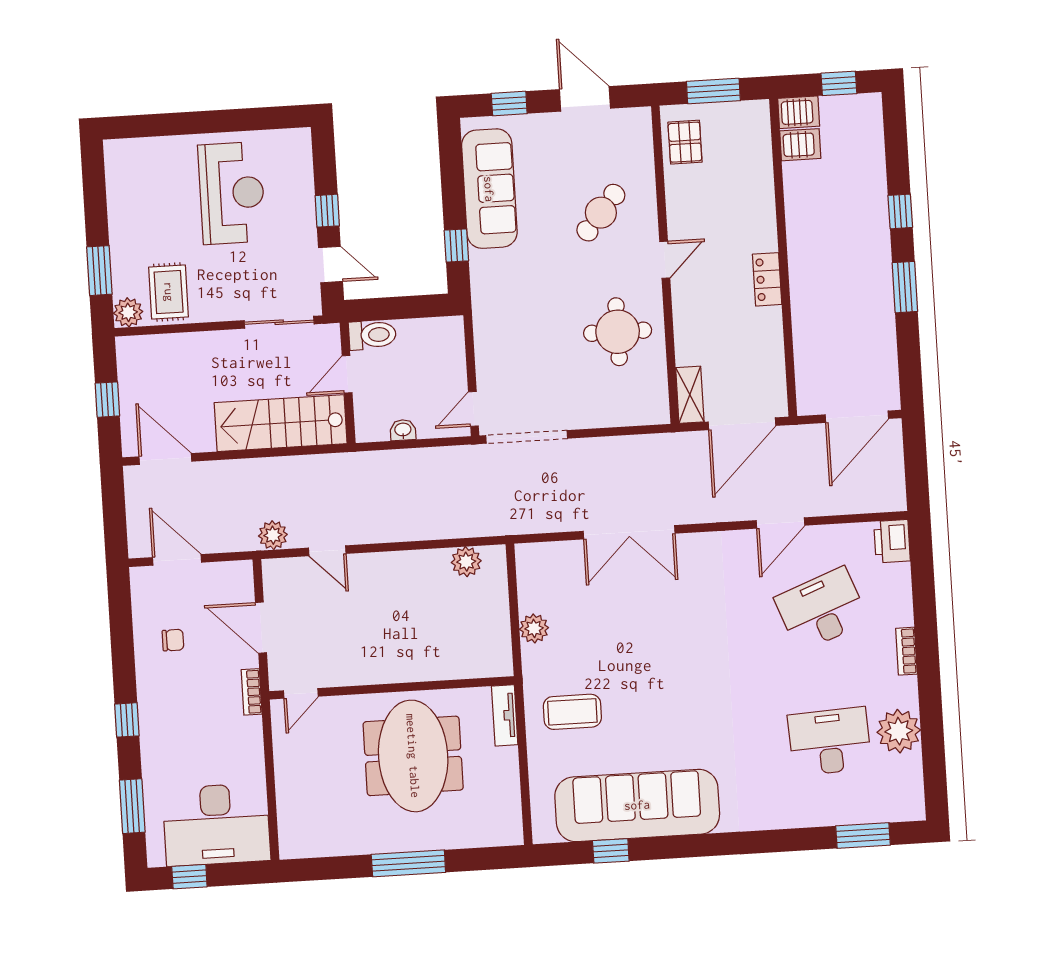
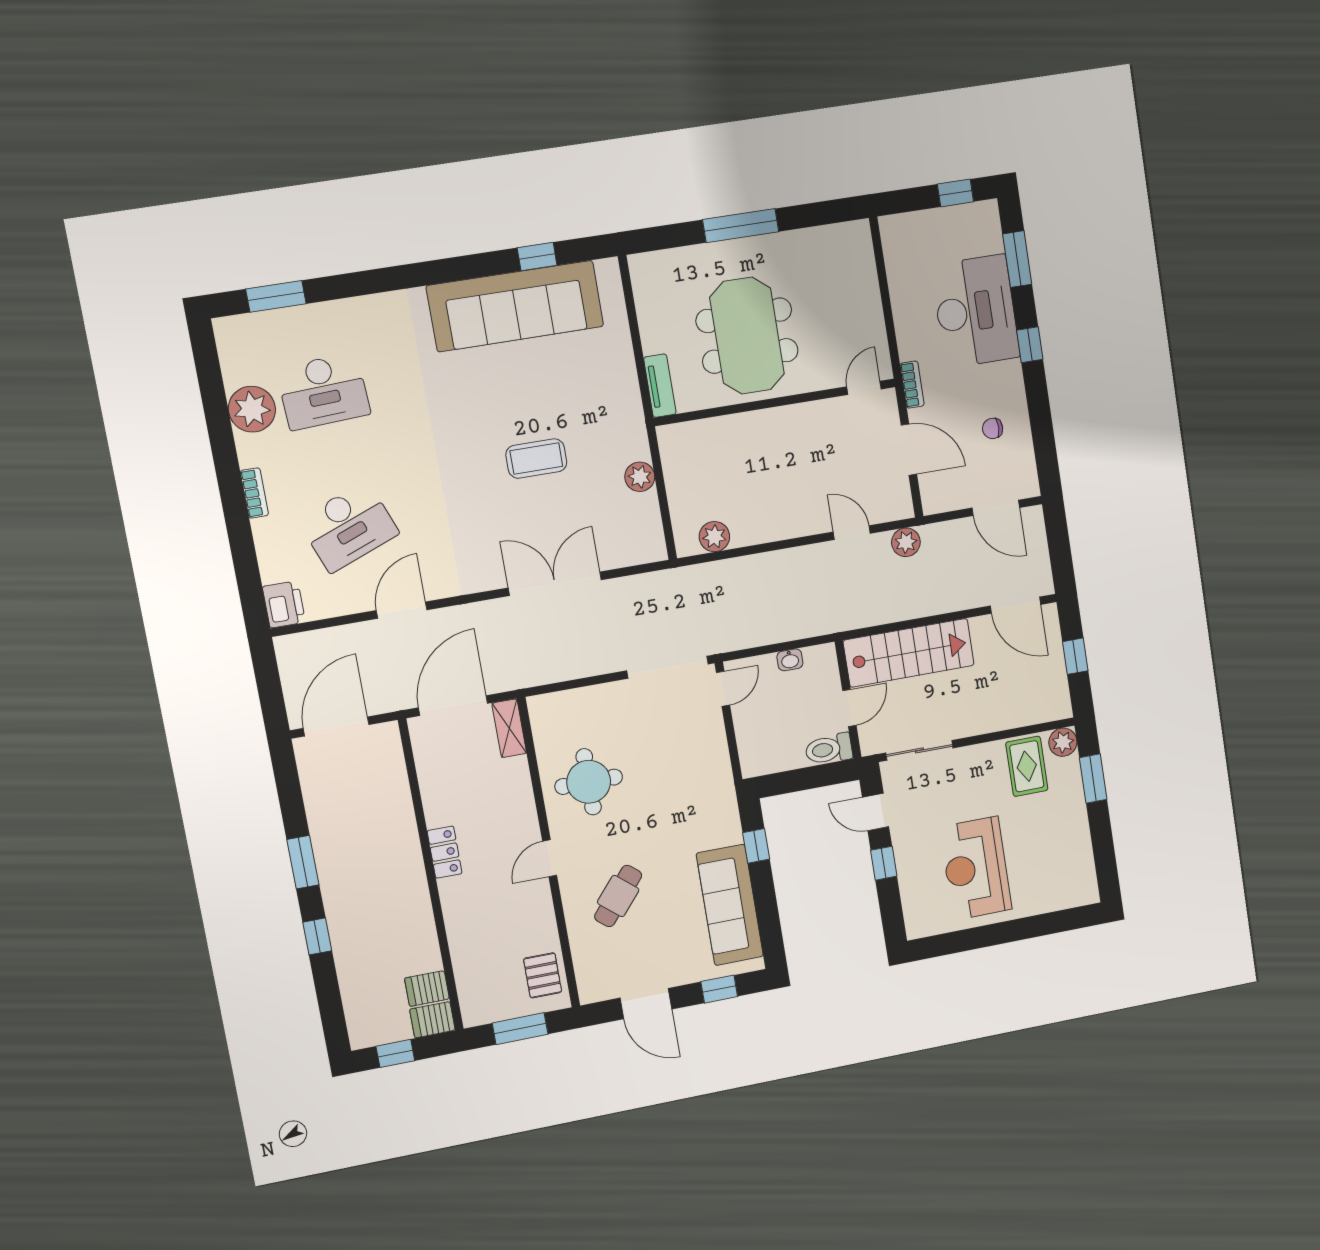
coffee table: (572, 712) -> (536, 458), moved
desk: (216, 825) -> (975, 311), moved, turned 90

